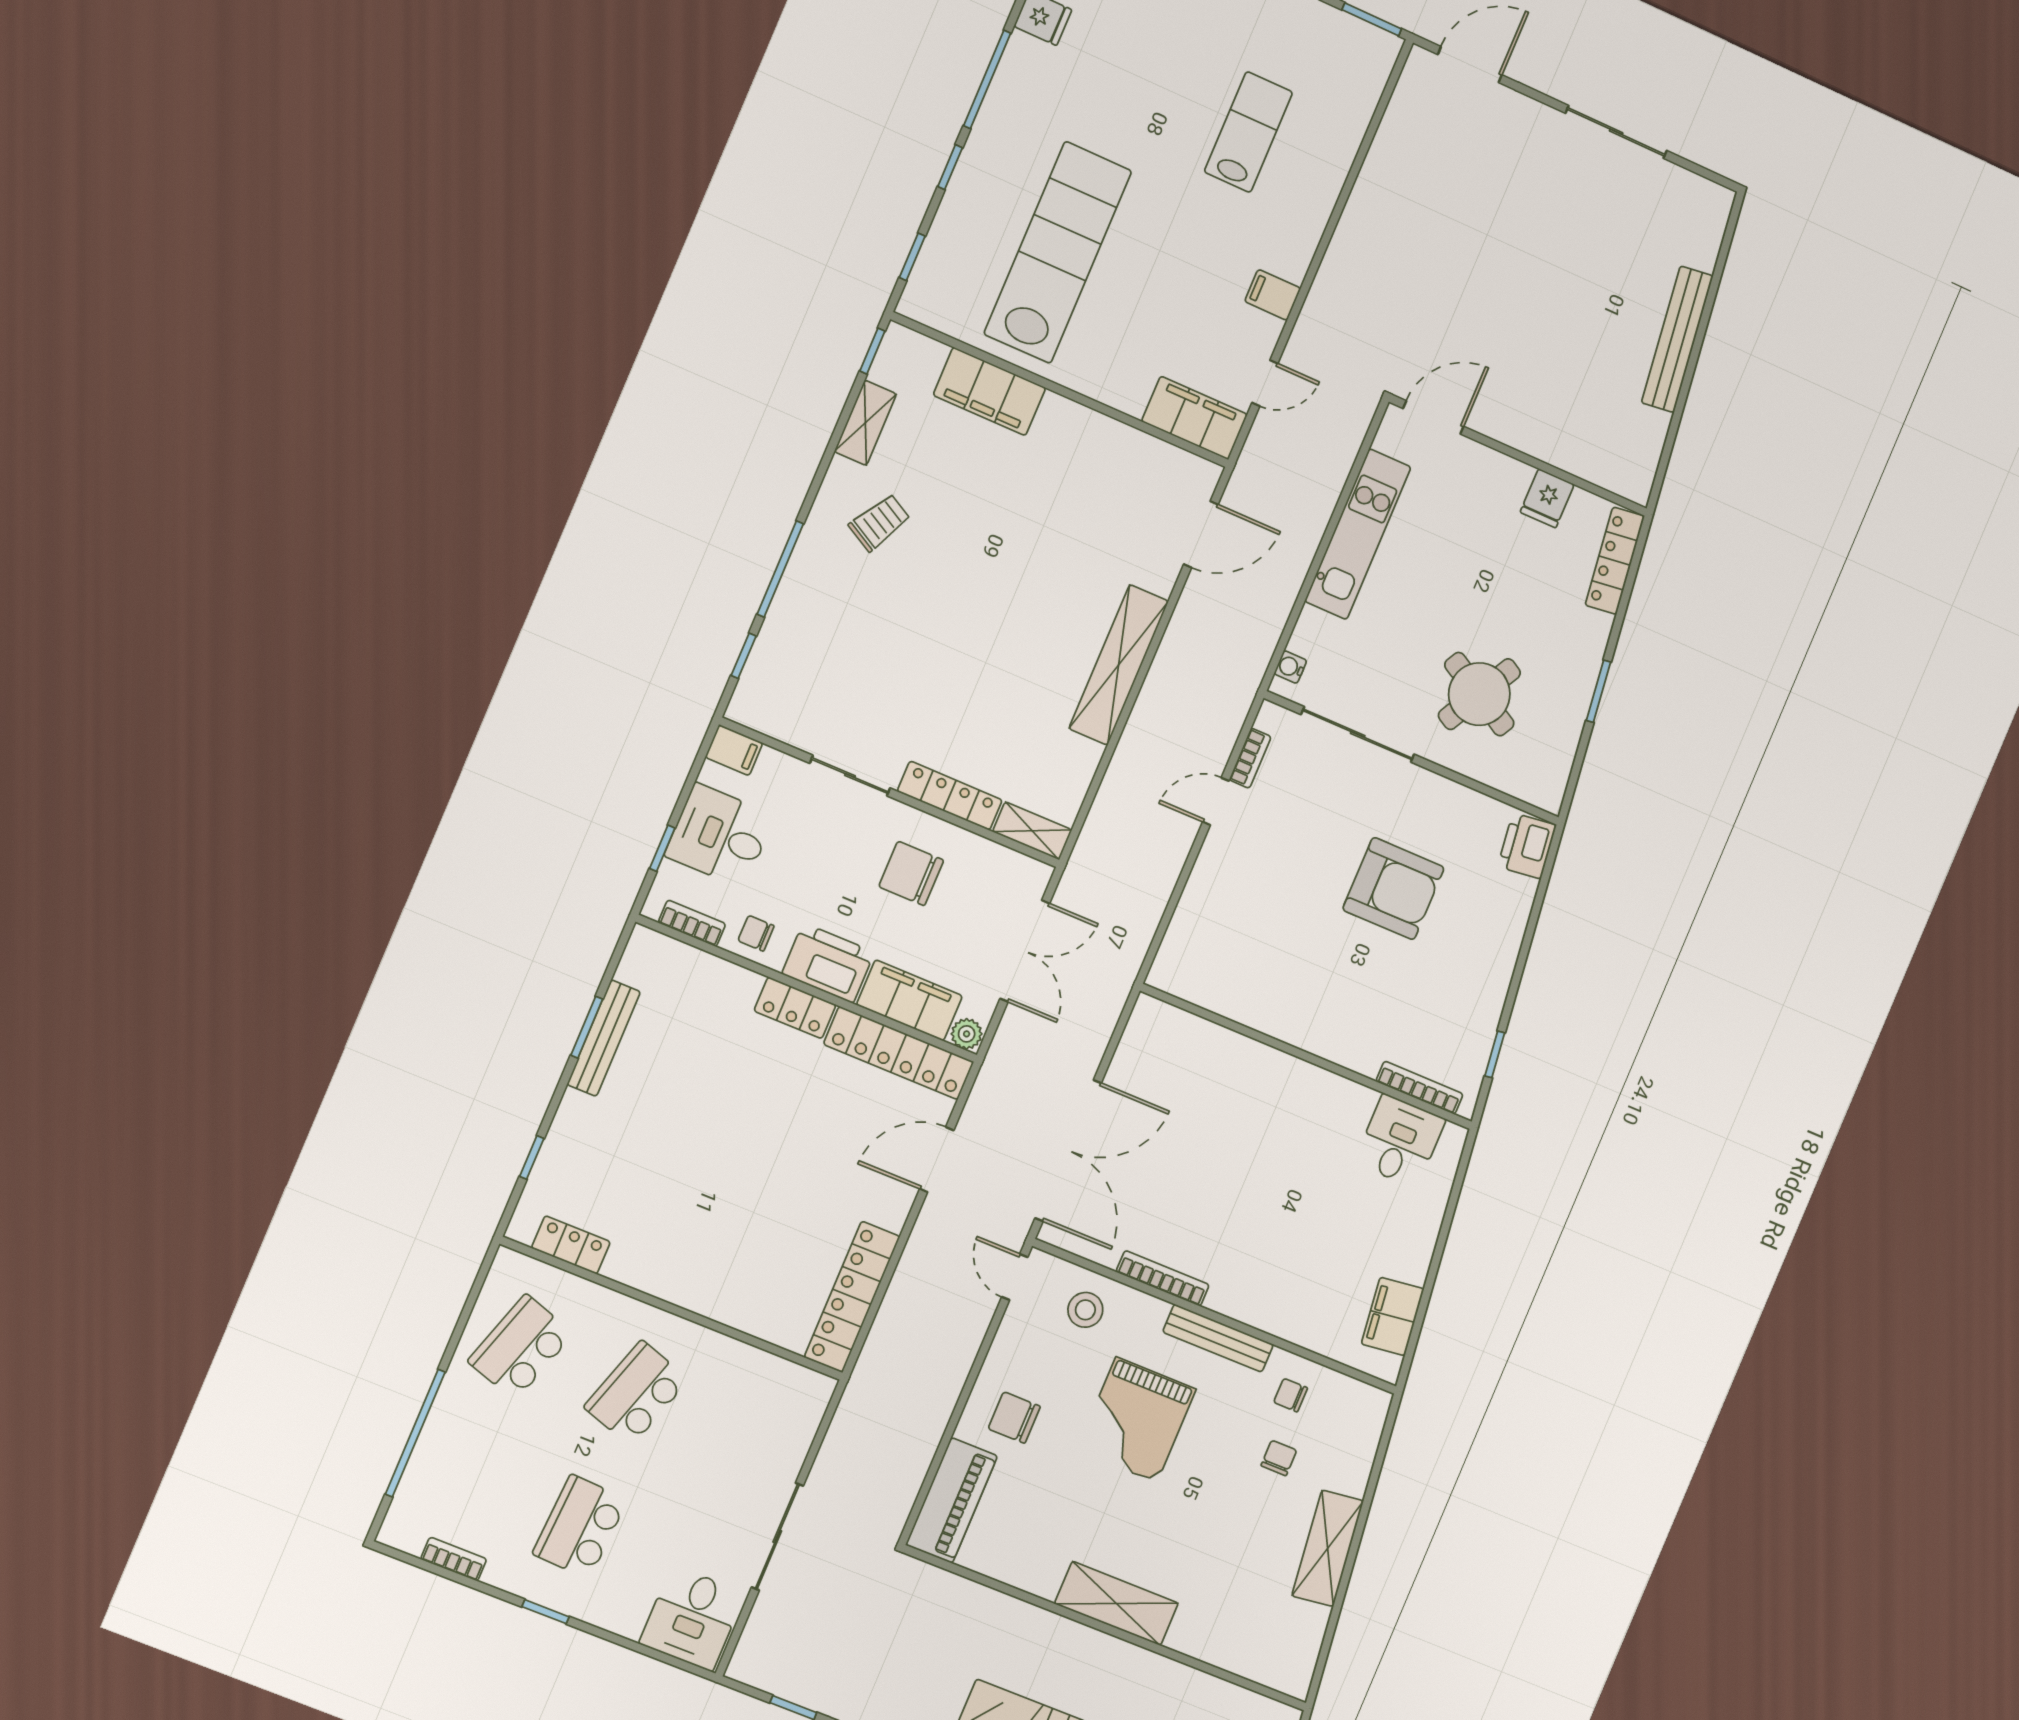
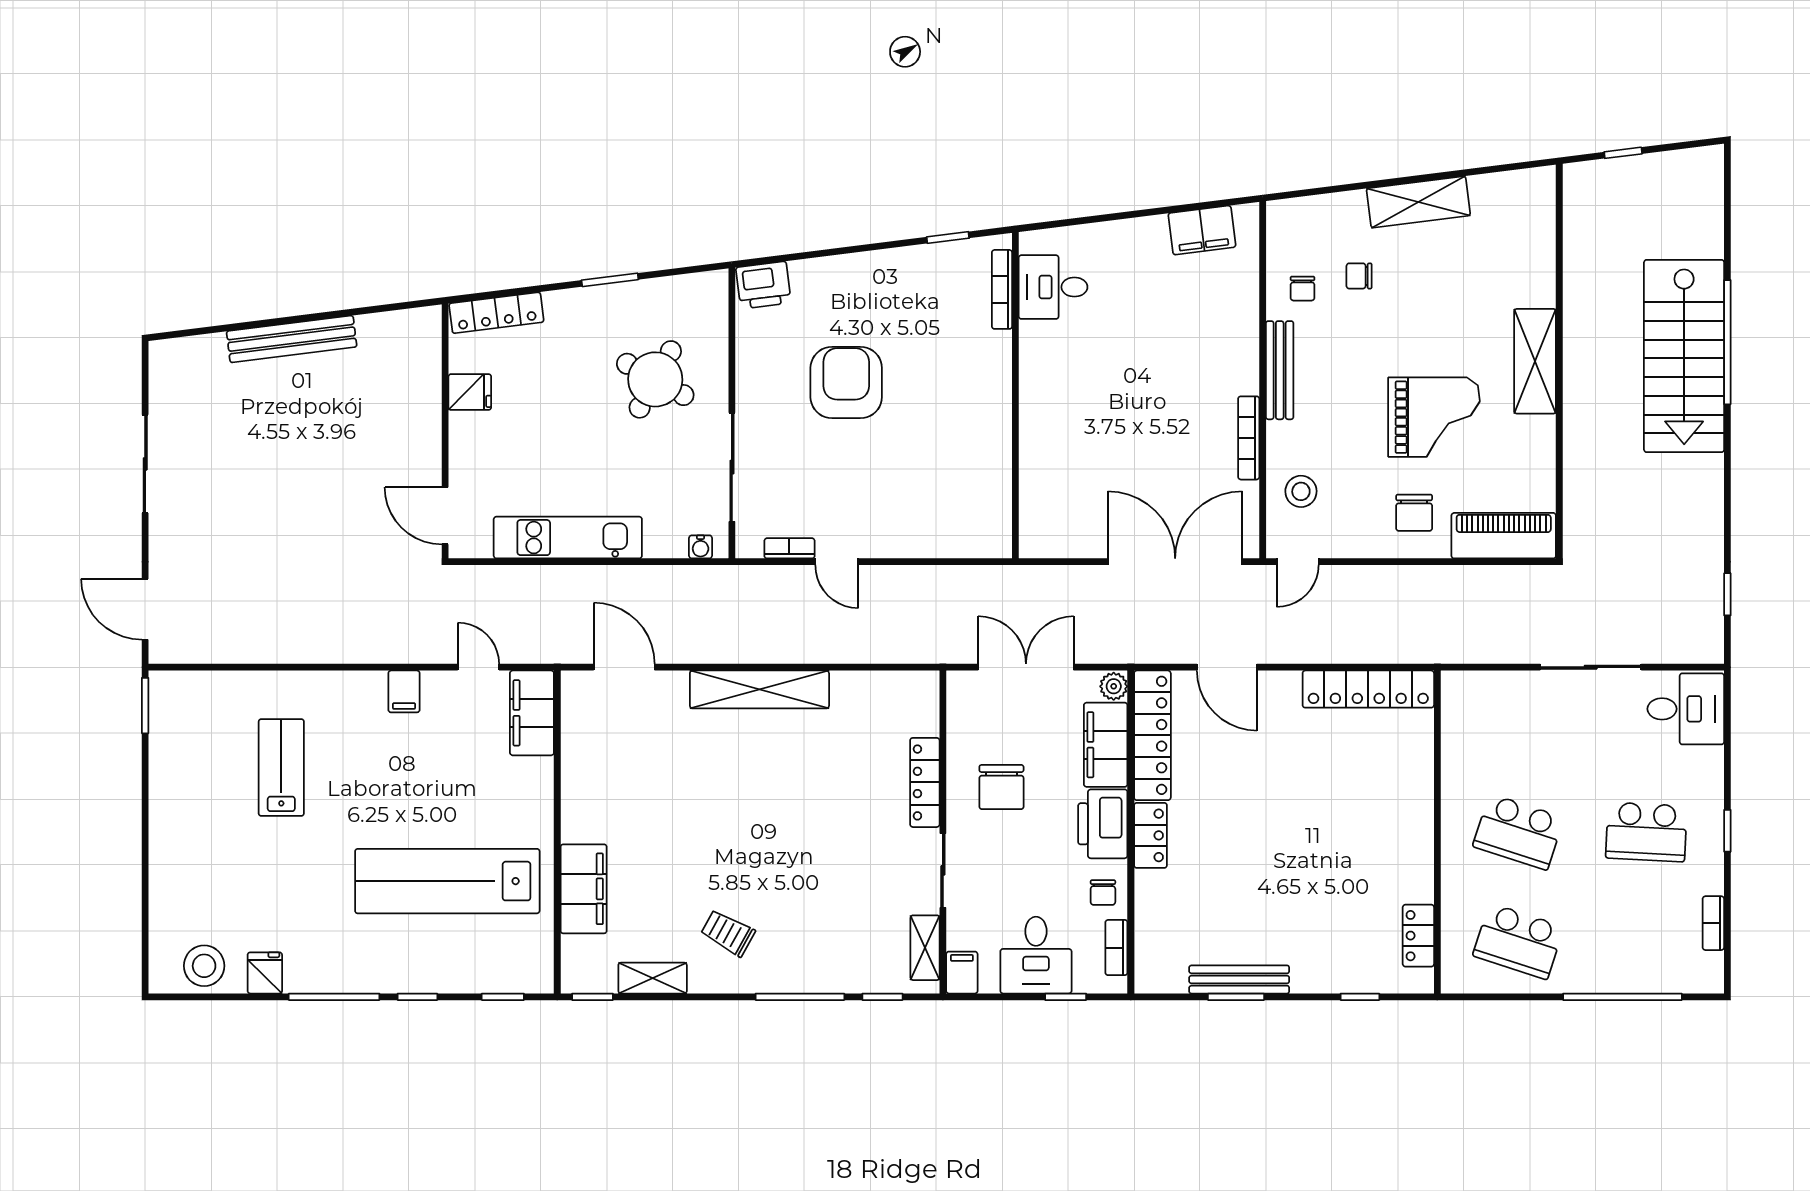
lab bench: (1248, 132) -> (281, 768), turned 90
shelving: (1032, 831) -> (925, 948), moved
grand piano: (1136, 1420) -> (1434, 417), moved

